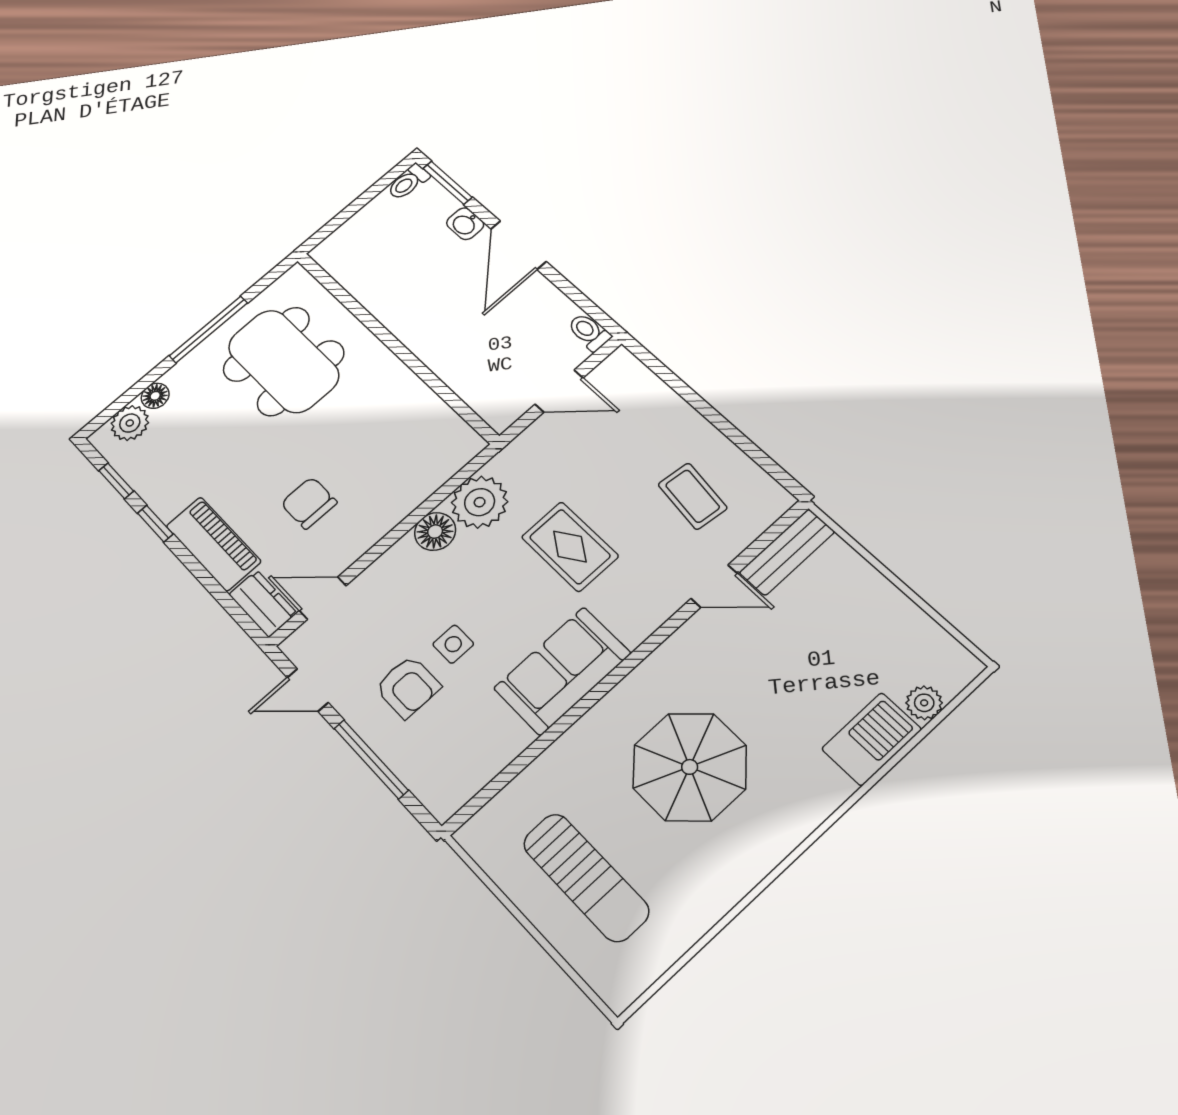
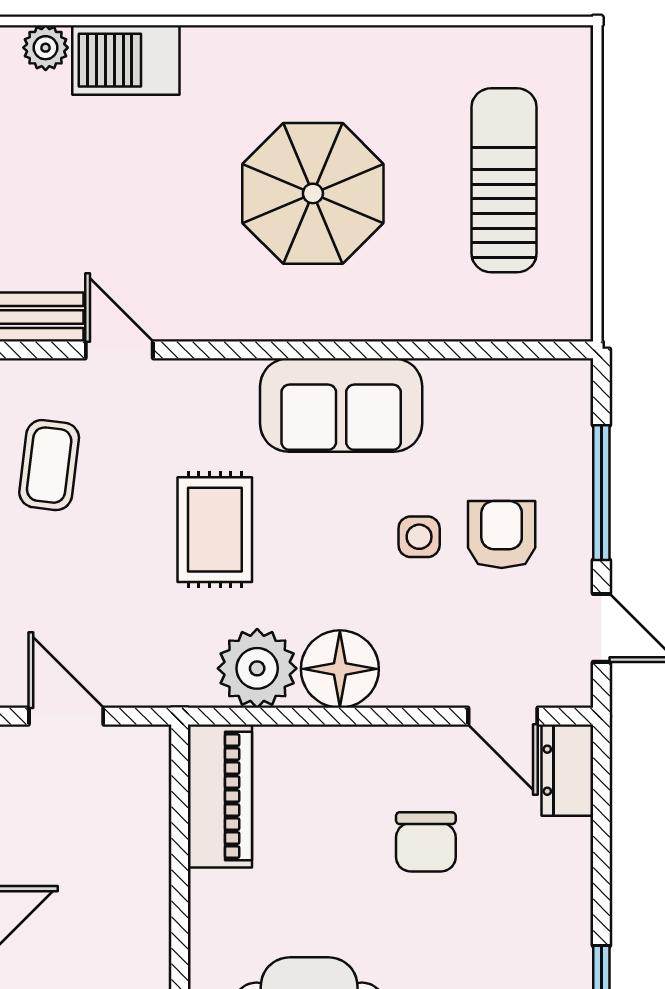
floor lamp: (435, 532) -> (340, 669), width x1.38, depth x1.38
piano: (213, 544) -> (220, 796), moved, turned 180

